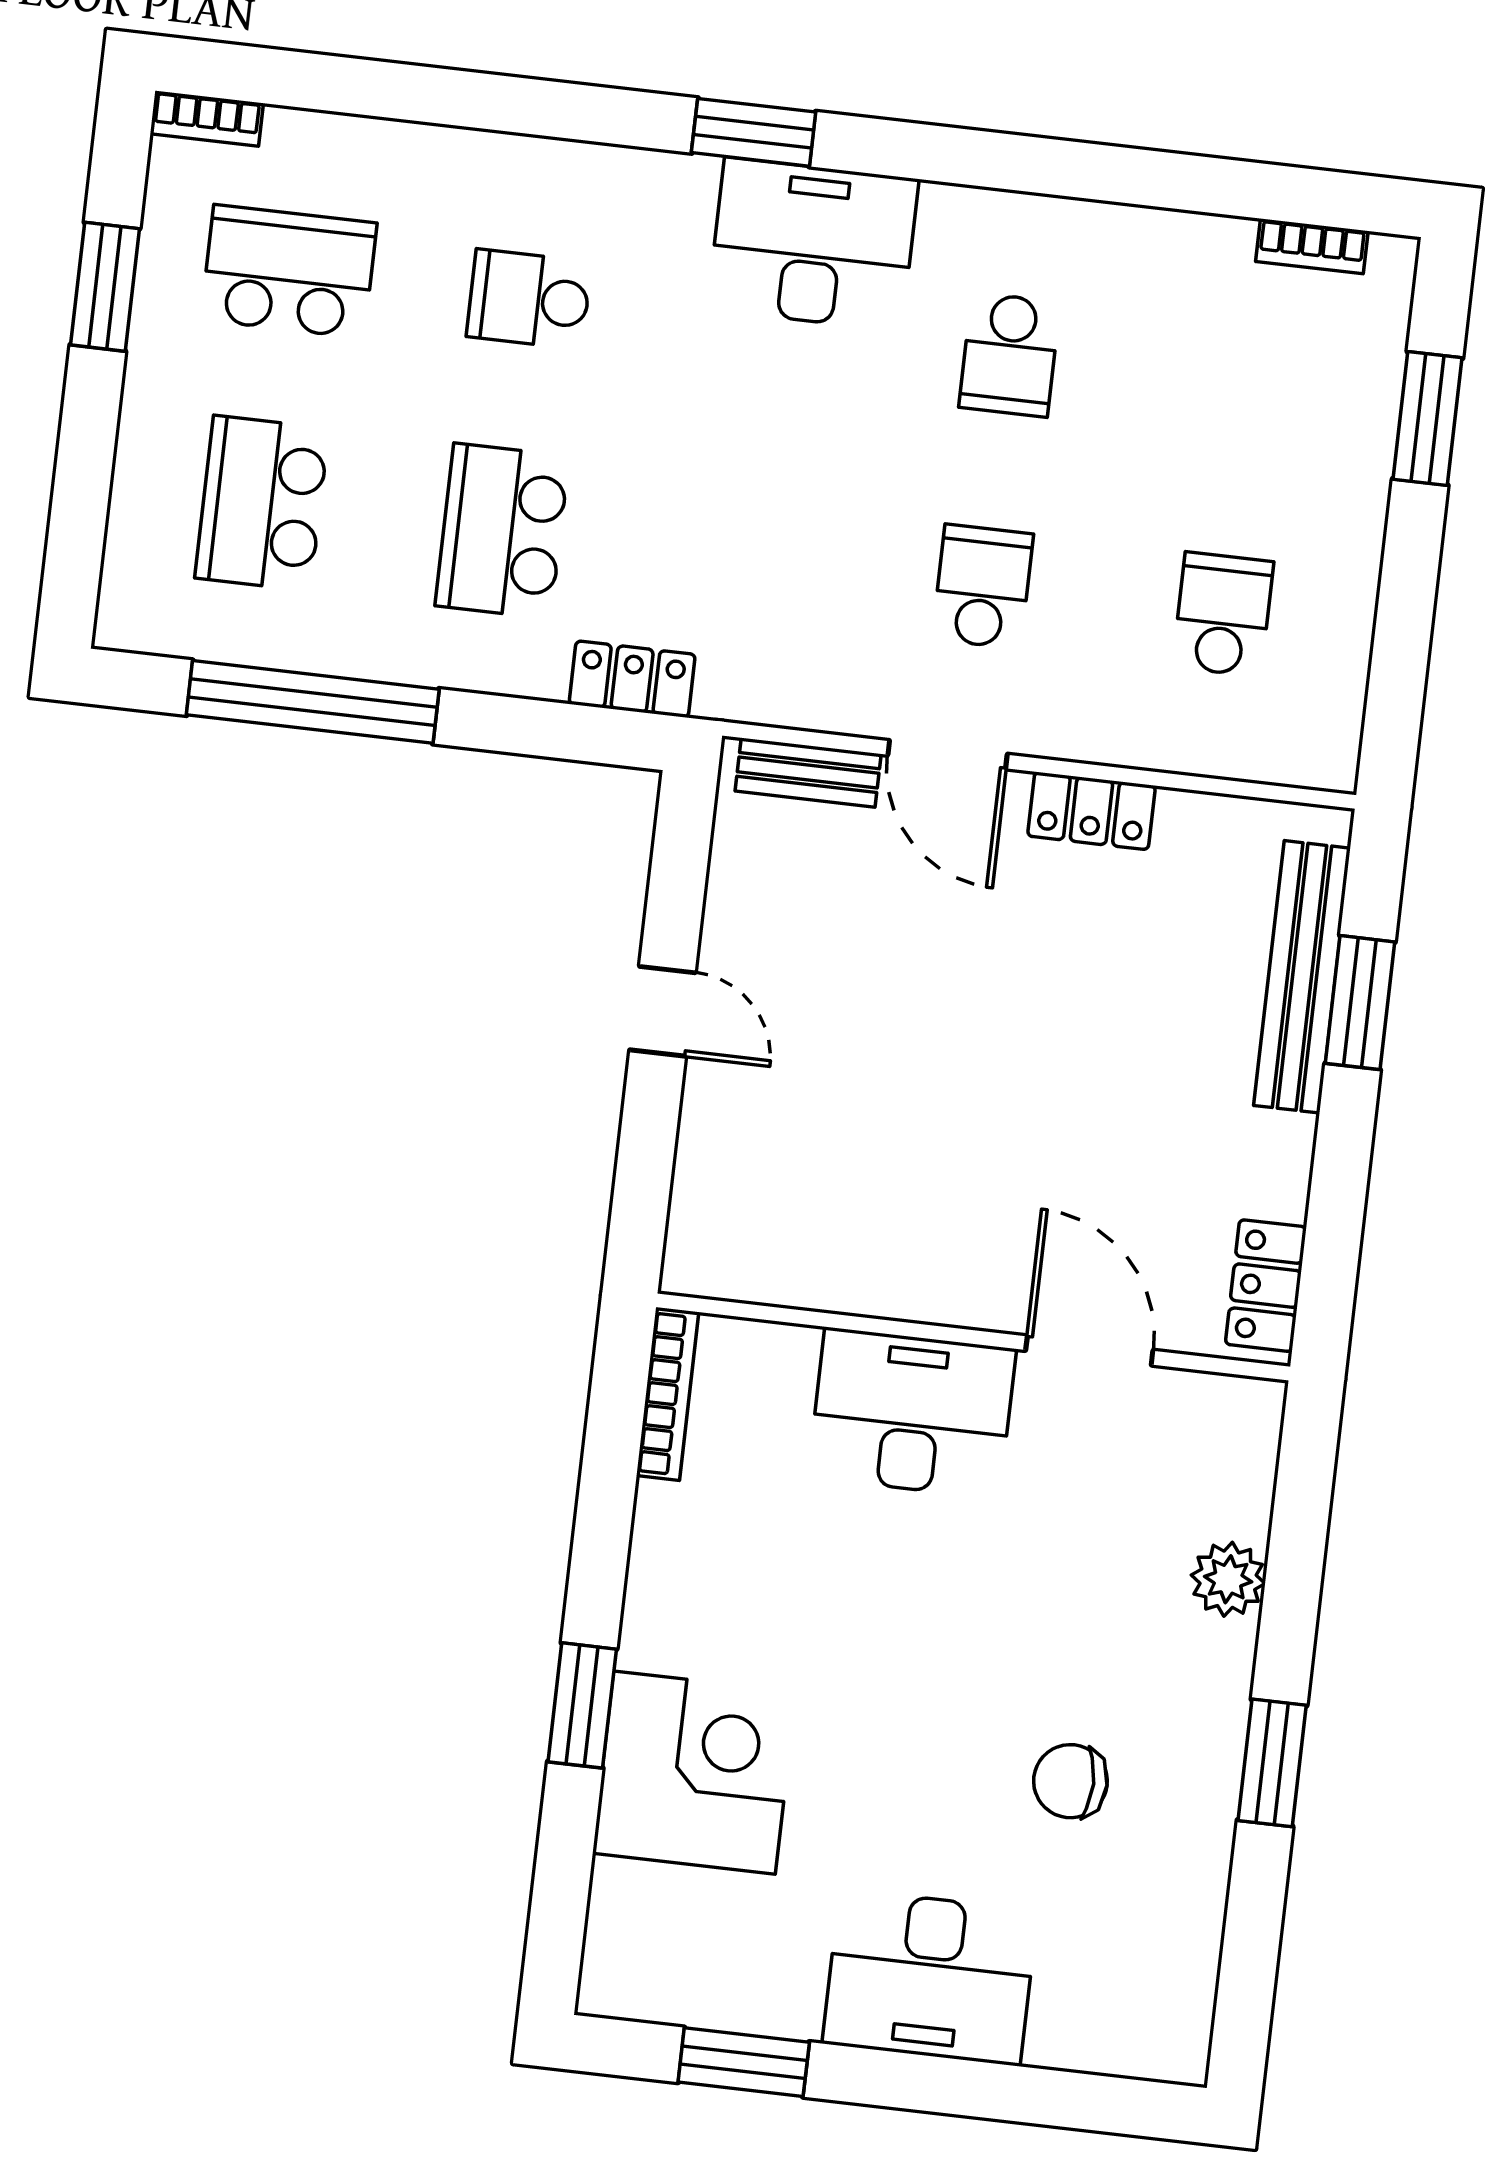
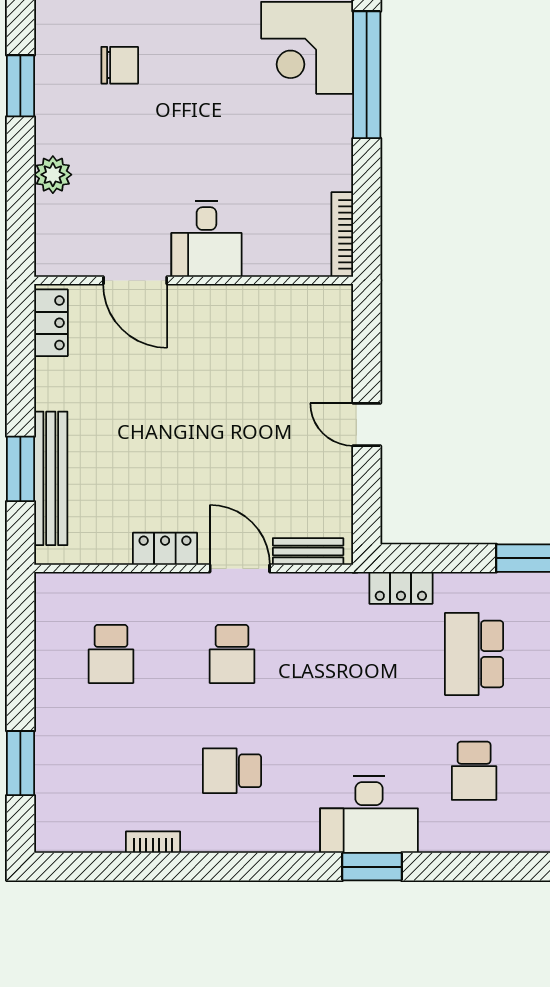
desk: (813, 244) -> (369, 814), moved
bookcase: (1312, 246) -> (153, 842), moved
school desk: (529, 299) -> (474, 771), turned 90
school desk: (1009, 355) -> (232, 771), turned -90
school desk: (502, 531) -> (474, 654), turned 180
desk: (912, 1413) -> (206, 239), width x0.73
window: (582, 1705) -> (367, 75), width x2.11

